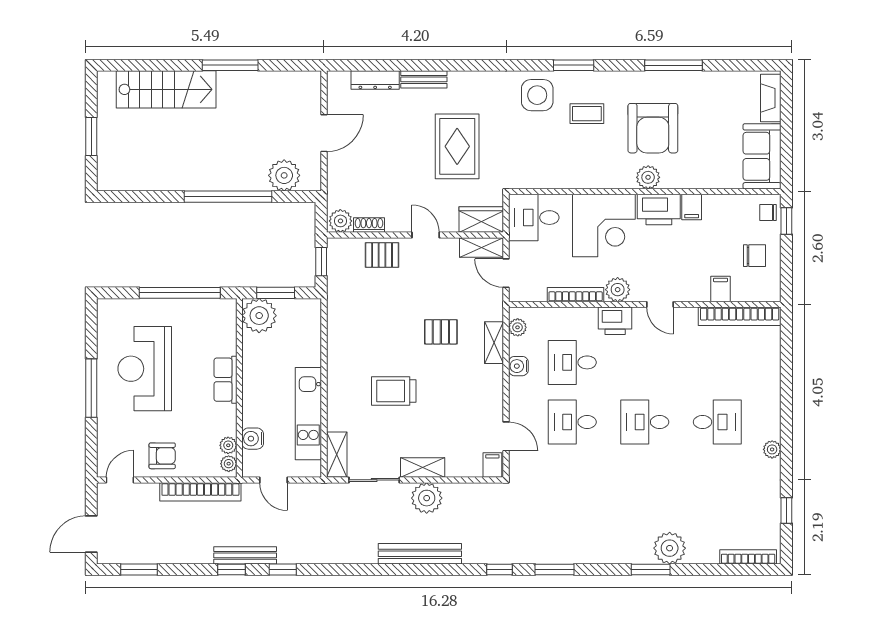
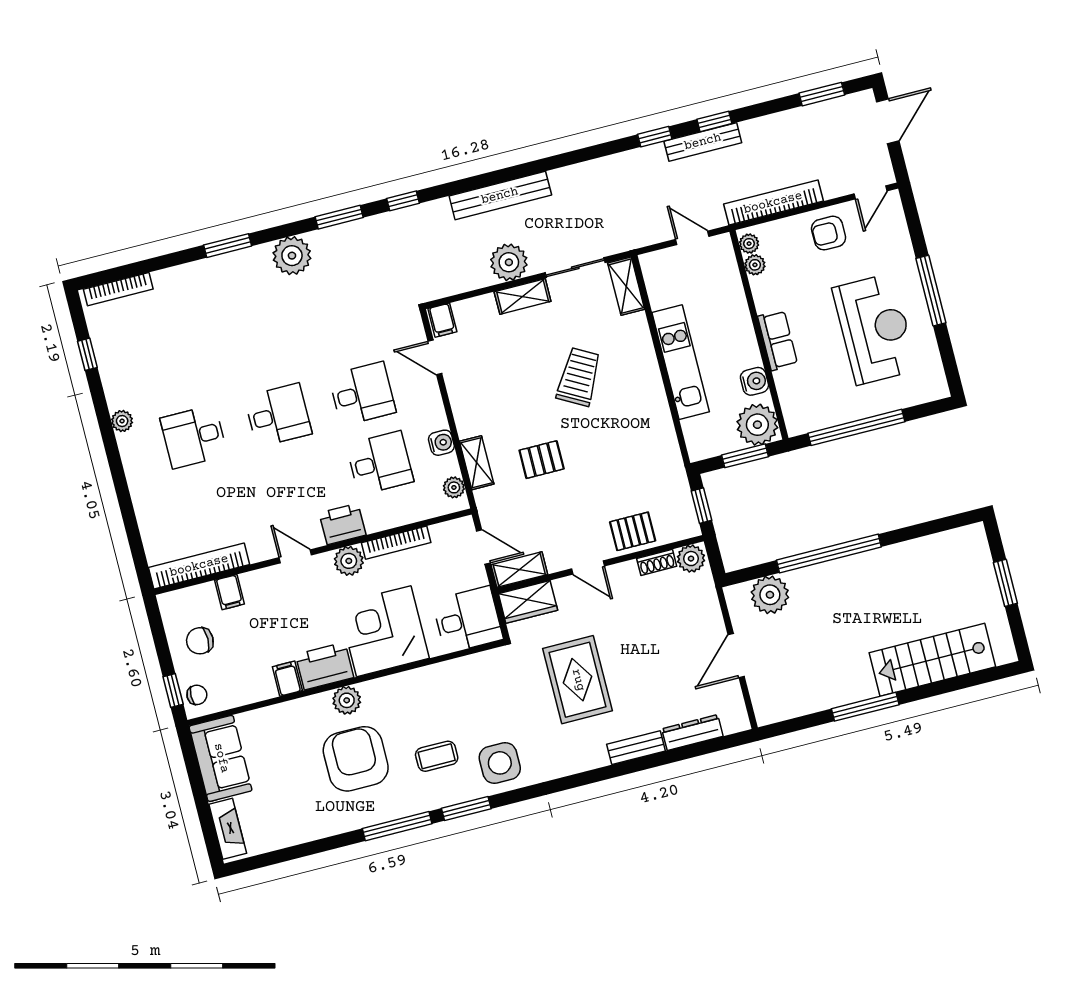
window: (674, 65) -> (397, 826), moved
trolley: (394, 391) -> (579, 377), turned -61
kitchen unit: (308, 414) -> (681, 362), moved
water cooler: (253, 439) -> (754, 381), moved
plant: (670, 548) -> (292, 256), moved

